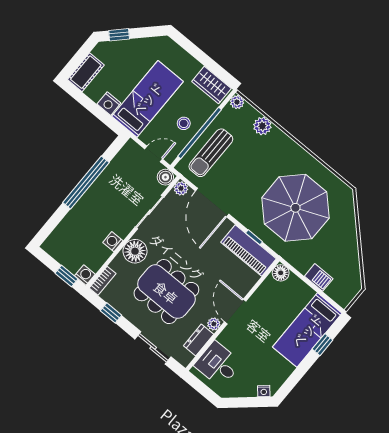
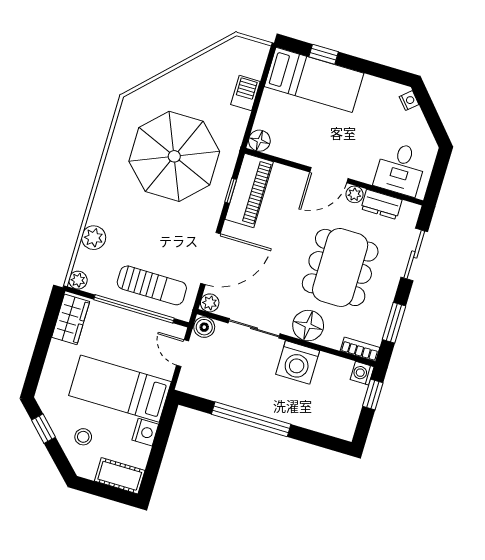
window: (119, 35) -> (44, 429), moved
stool: (184, 123) -> (83, 437), moved
washing machine: (113, 242) -> (298, 362), width x1.89, depth x1.89
window: (111, 313) -> (394, 323), width x1.50

